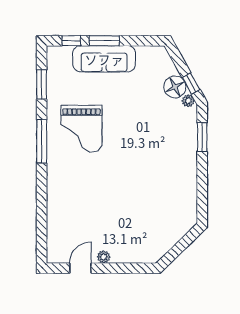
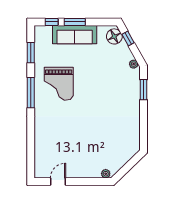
window: (191, 83) -> (128, 38), moved
floor lamp: (175, 87) -> (114, 36), moved
plant: (104, 257) -> (106, 174), moved

